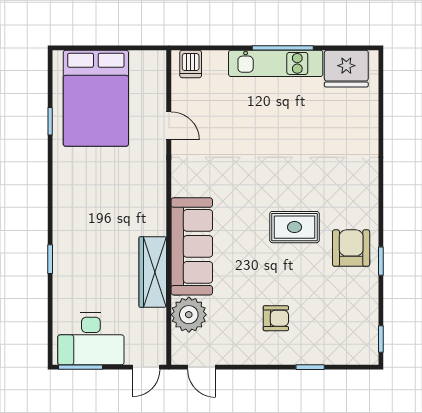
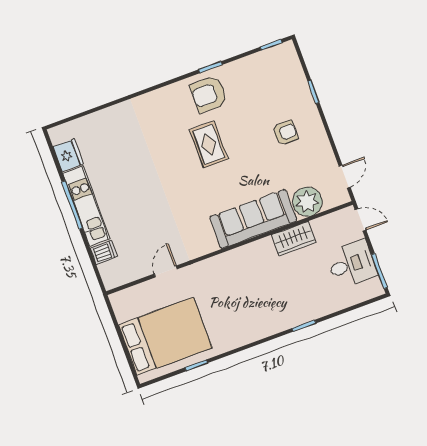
dishwasher: (191, 64) -> (104, 252), moved
fridge: (346, 69) -> (68, 155), width x0.73, depth x0.75
wardrobe: (153, 272) -> (294, 239), width x0.67
armchair: (276, 318) -> (285, 133), turned 90
desk: (91, 339) -> (352, 264), width x0.73

